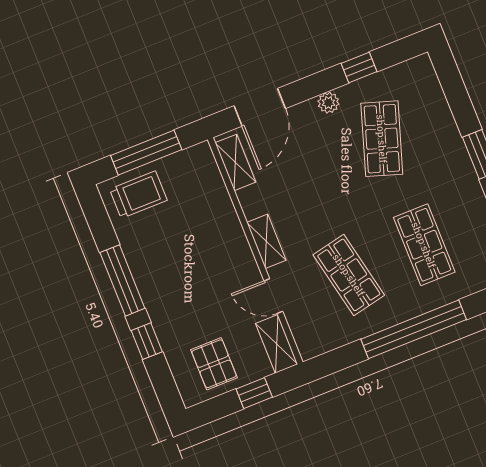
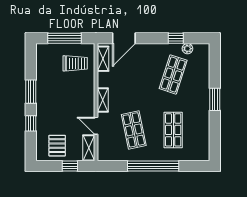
plant: (328, 103) -> (187, 49), moved
trolley: (138, 195) -> (75, 63), moved
window: (122, 280) -> (31, 92), width x0.69

